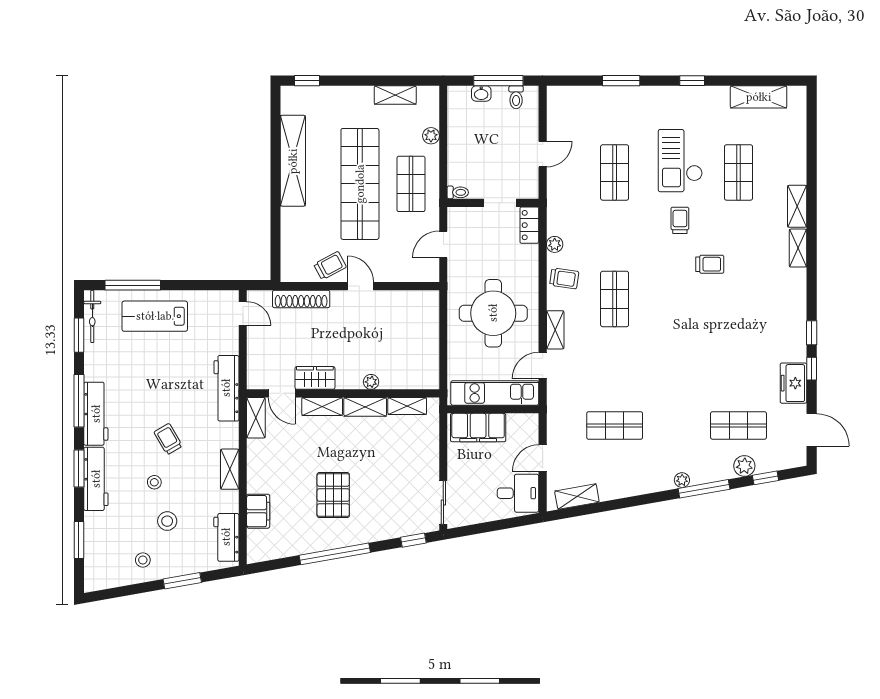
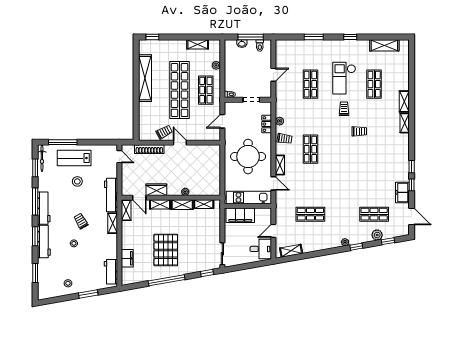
locker: (529, 225) -> (267, 124), moved
door: (543, 366) -> (273, 183), swing flipped
shelving: (230, 469) -> (113, 223), moved
window: (704, 489) -> (356, 247), width x0.46
pallet: (333, 495) -> (166, 250), width x1.37, depth x1.41
stool: (167, 521) -> (77, 181), moved

